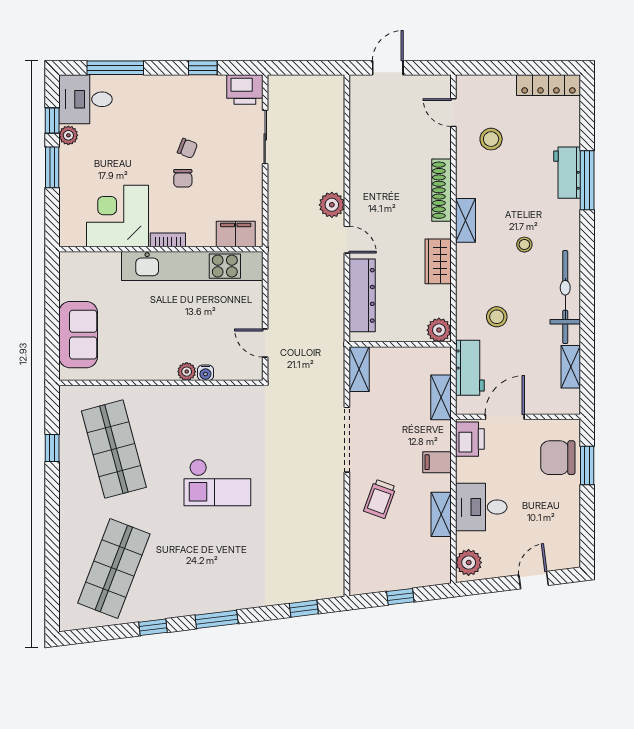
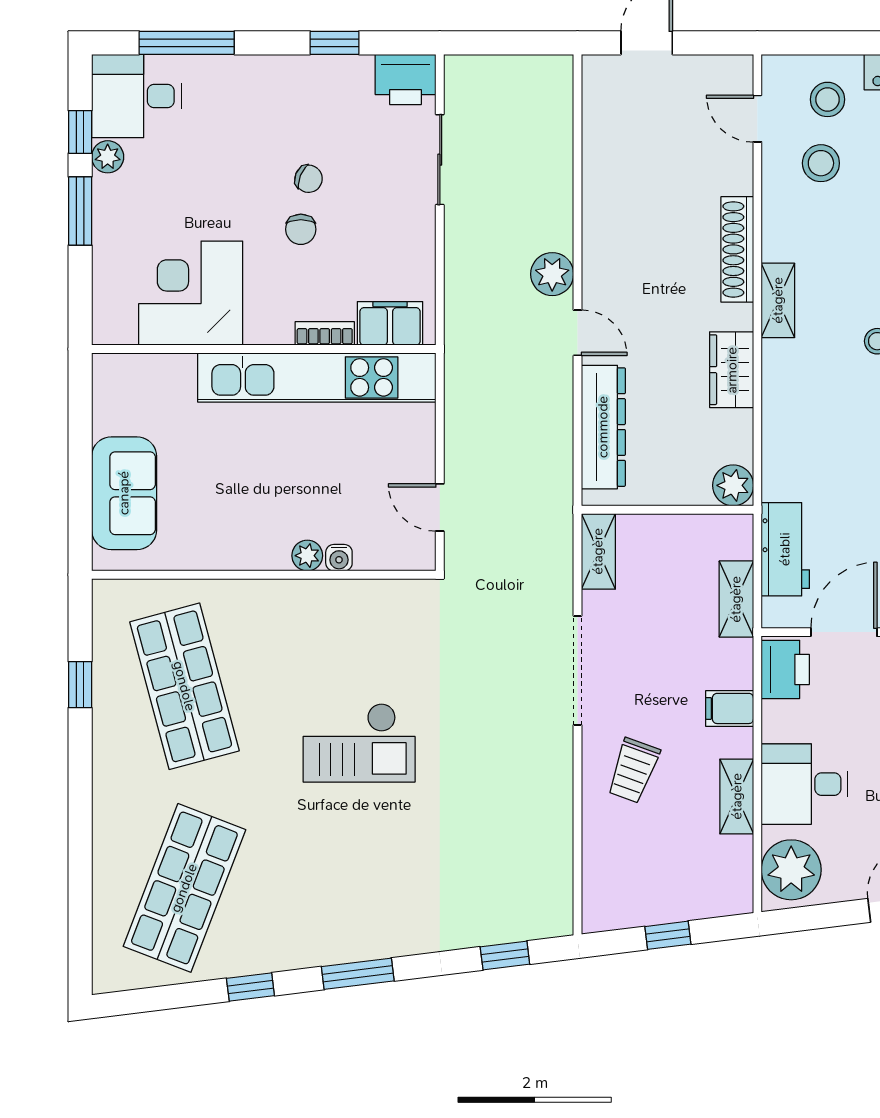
bookcase: (168, 240) -> (325, 333), moved
stool: (497, 317) -> (827, 99), moved
plant: (469, 562) -> (791, 870), width x1.36, depth x1.36

